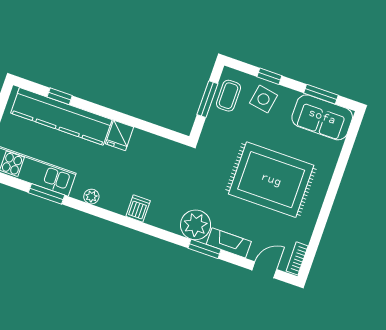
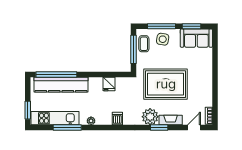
window: (269, 76) -> (162, 26), width x2.17
window: (60, 96) -> (56, 75), width x3.17
window: (207, 99) -> (134, 49), width x1.44
fridge: (120, 135) -> (109, 84), moved
rug: (271, 180) -> (166, 84), moved
window: (47, 194) -> (67, 128), width x1.44

